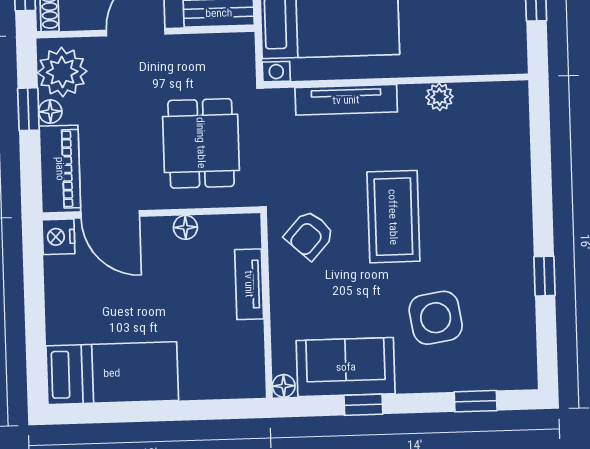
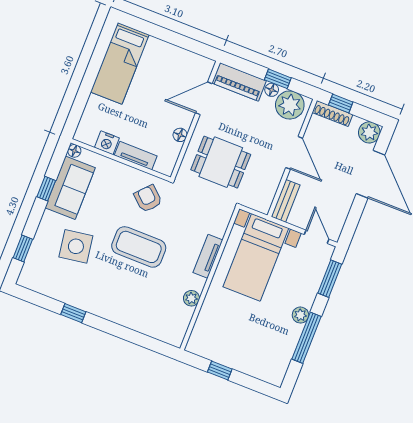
tv unit: (346, 100) -> (208, 256), width x0.71
nightstand: (58, 237) -> (107, 143), moved, turned 180

